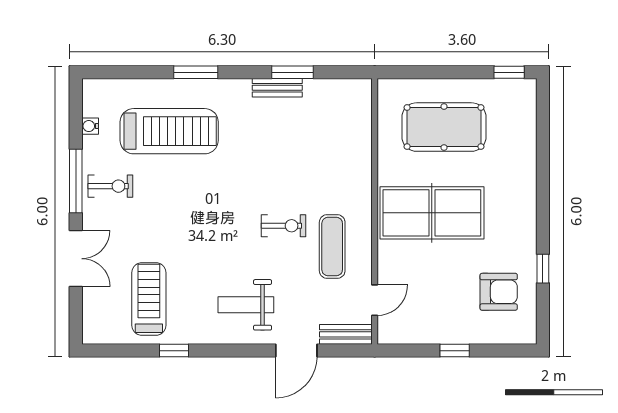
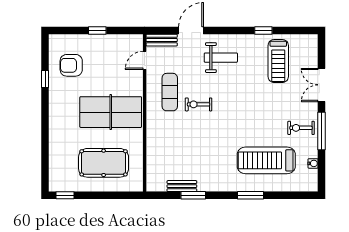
bench: (277, 88) -> (182, 186), moved

